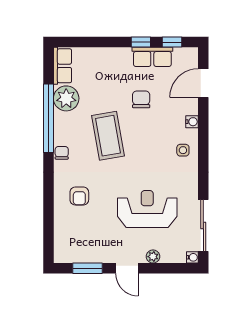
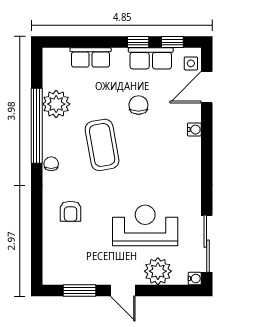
row of seats: (62, 66) -> (91, 57), moved, turned 90
side table: (183, 150) -> (191, 63), moved
plant: (153, 257) -> (158, 271), width x1.88, depth x1.88

